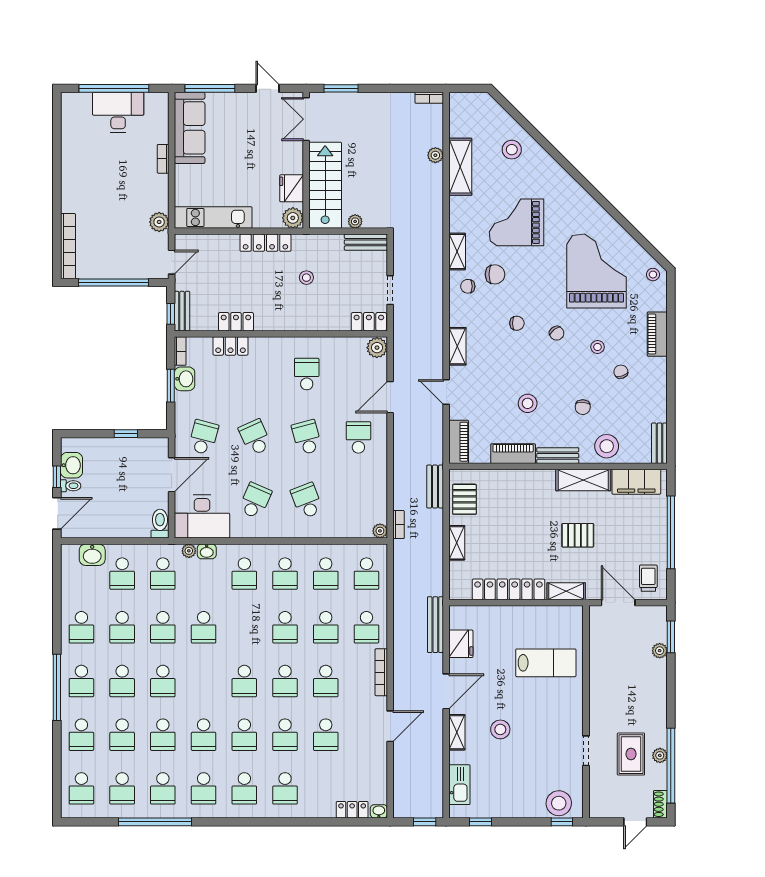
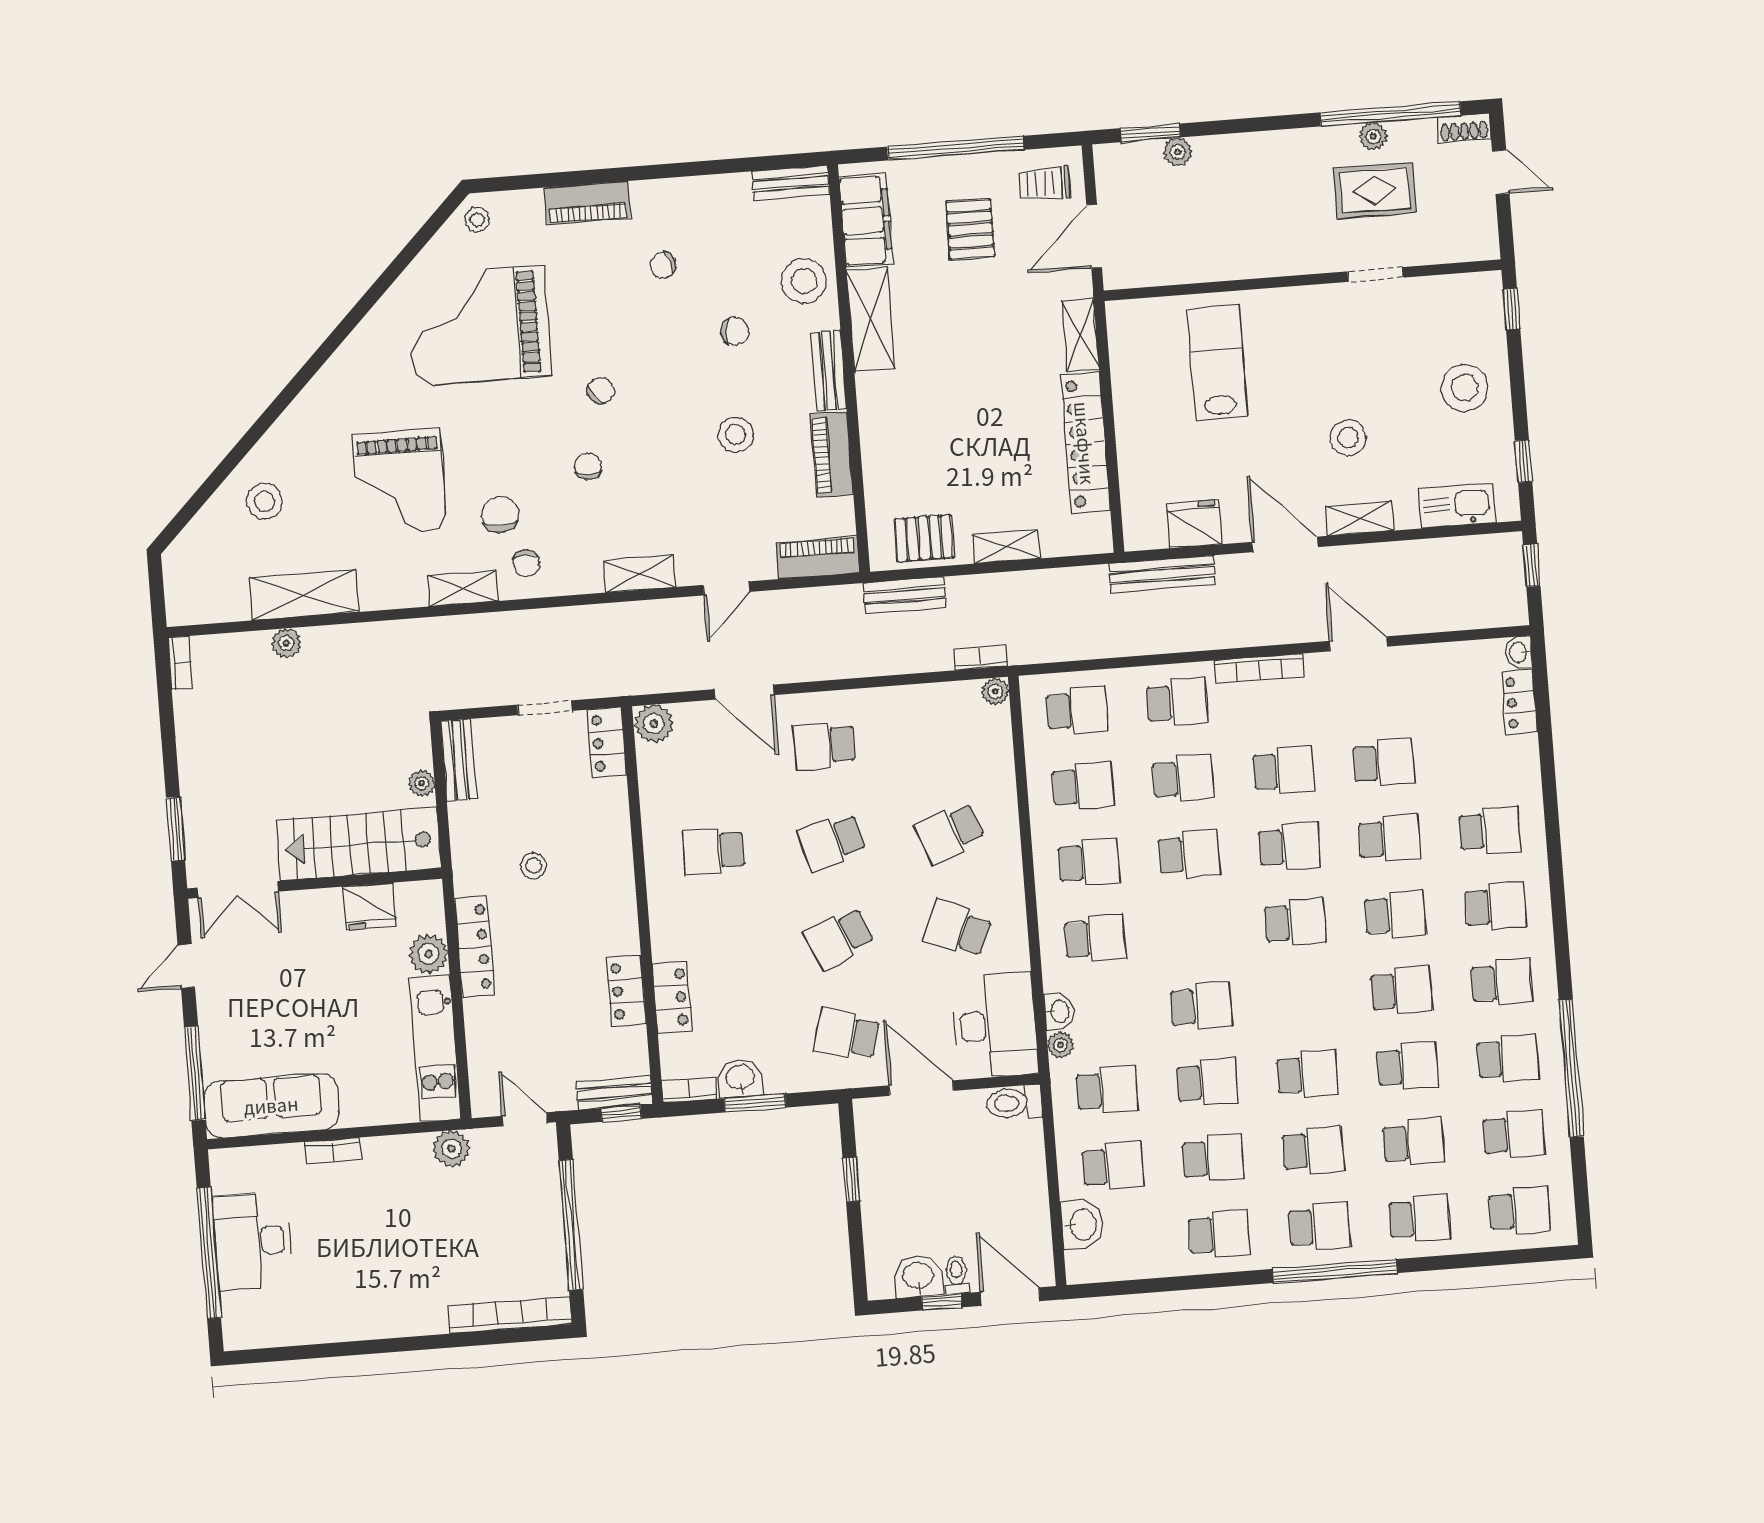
plant: (293, 218) -> (429, 954), moved
stool: (597, 347) -> (620, 312), removed
pallet: (578, 535) -> (970, 229), moved
stool: (559, 803) -> (1465, 388), moved

